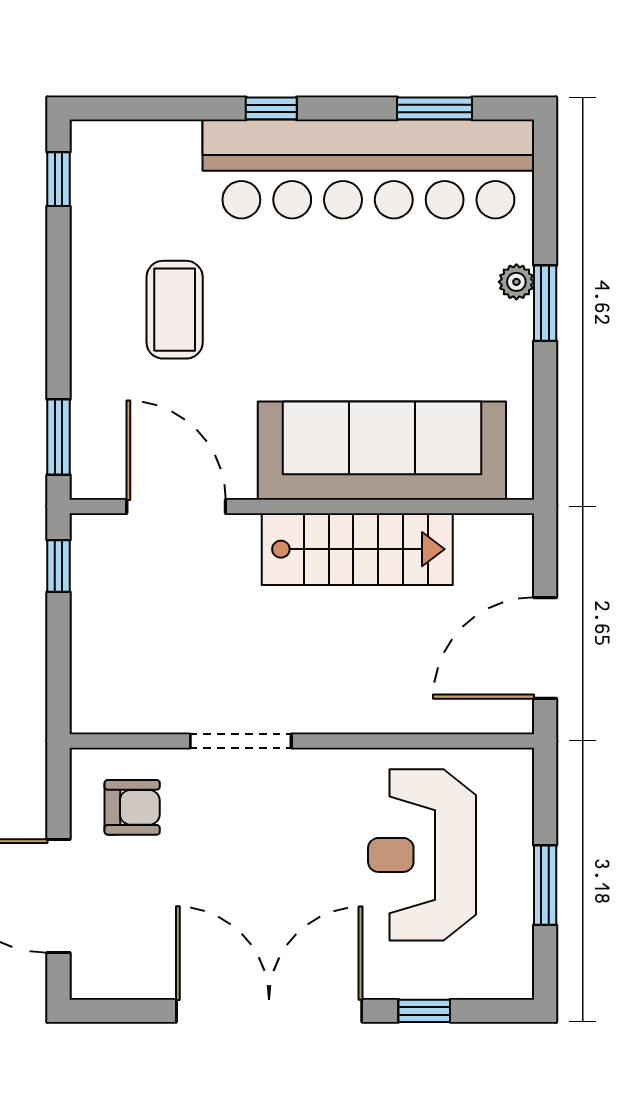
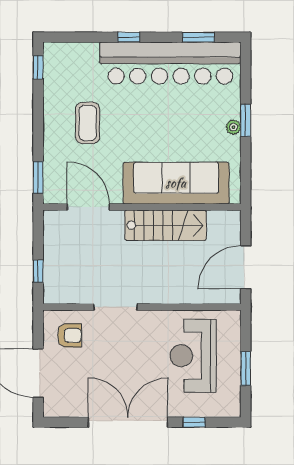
plant: (516, 282) -> (233, 127), moved
window: (59, 566) -> (38, 271), moved

